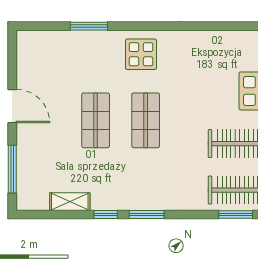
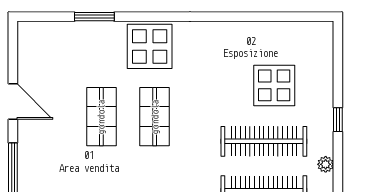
display table: (141, 54) -> (150, 46), width x1.36, depth x1.36

